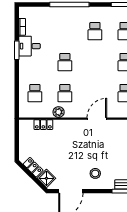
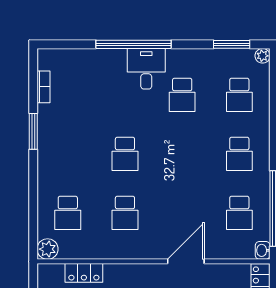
desk: (29, 46) -> (146, 69), moved, turned 90
plant: (59, 112) -> (48, 249), moved

